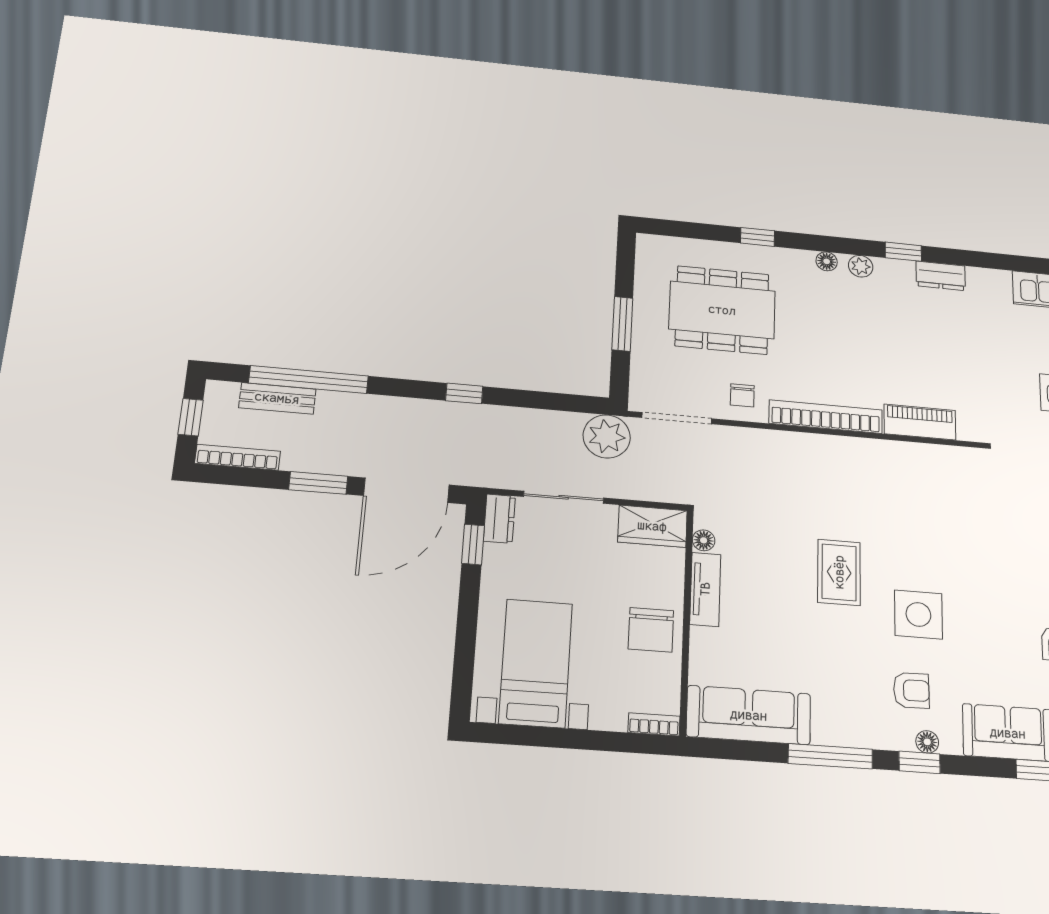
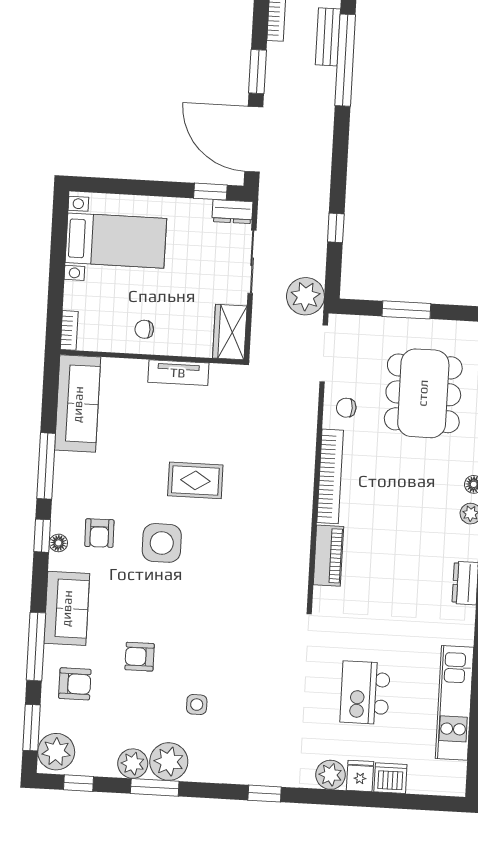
window: (464, 393) -> (336, 228), moved
floor lamp: (704, 540) -> (219, 372), removed
chair: (651, 630) -> (144, 329), width x0.54, depth x0.54

